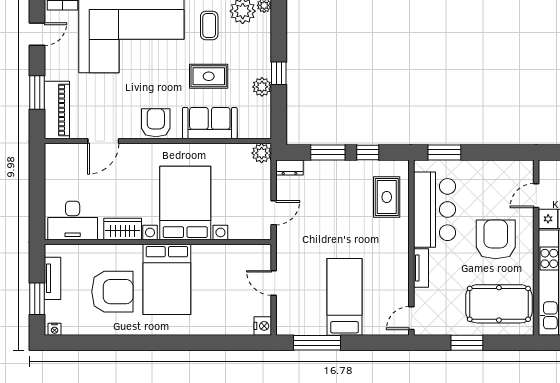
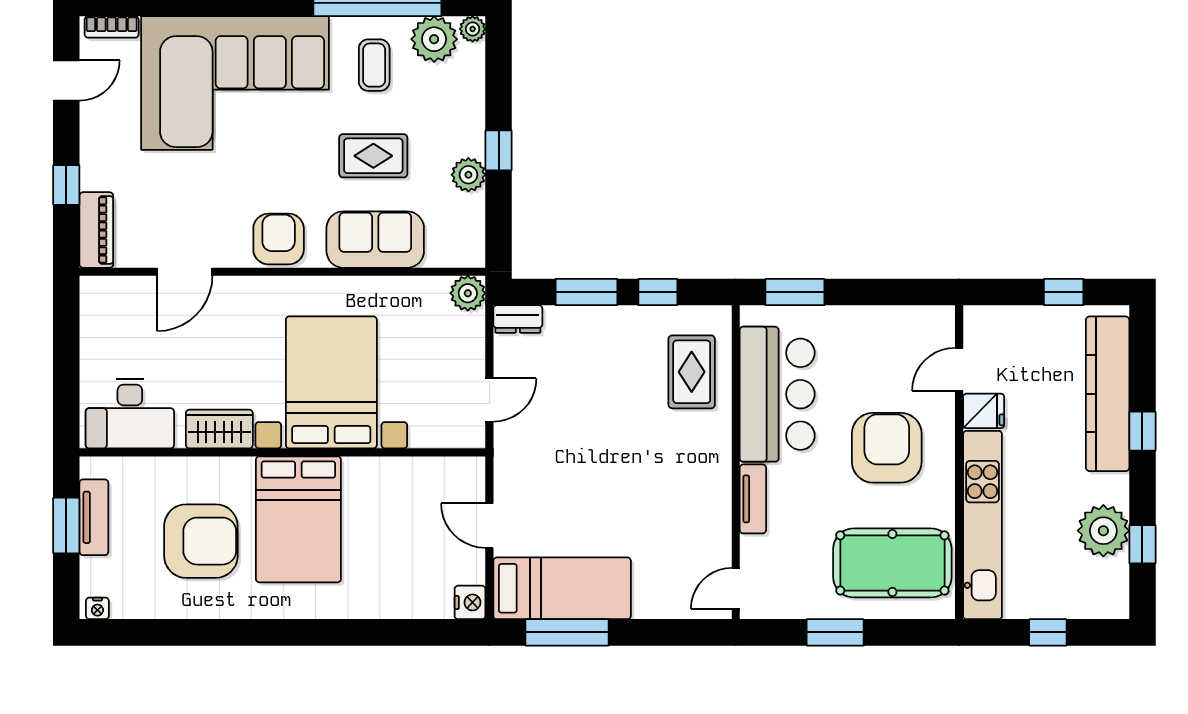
window: (37, 93) -> (66, 185), width x0.67
piano: (57, 110) -> (96, 230), width x0.73, depth x0.75
bed: (344, 297) -> (562, 588), moved, turned 90
window: (37, 299) -> (66, 526), moved

